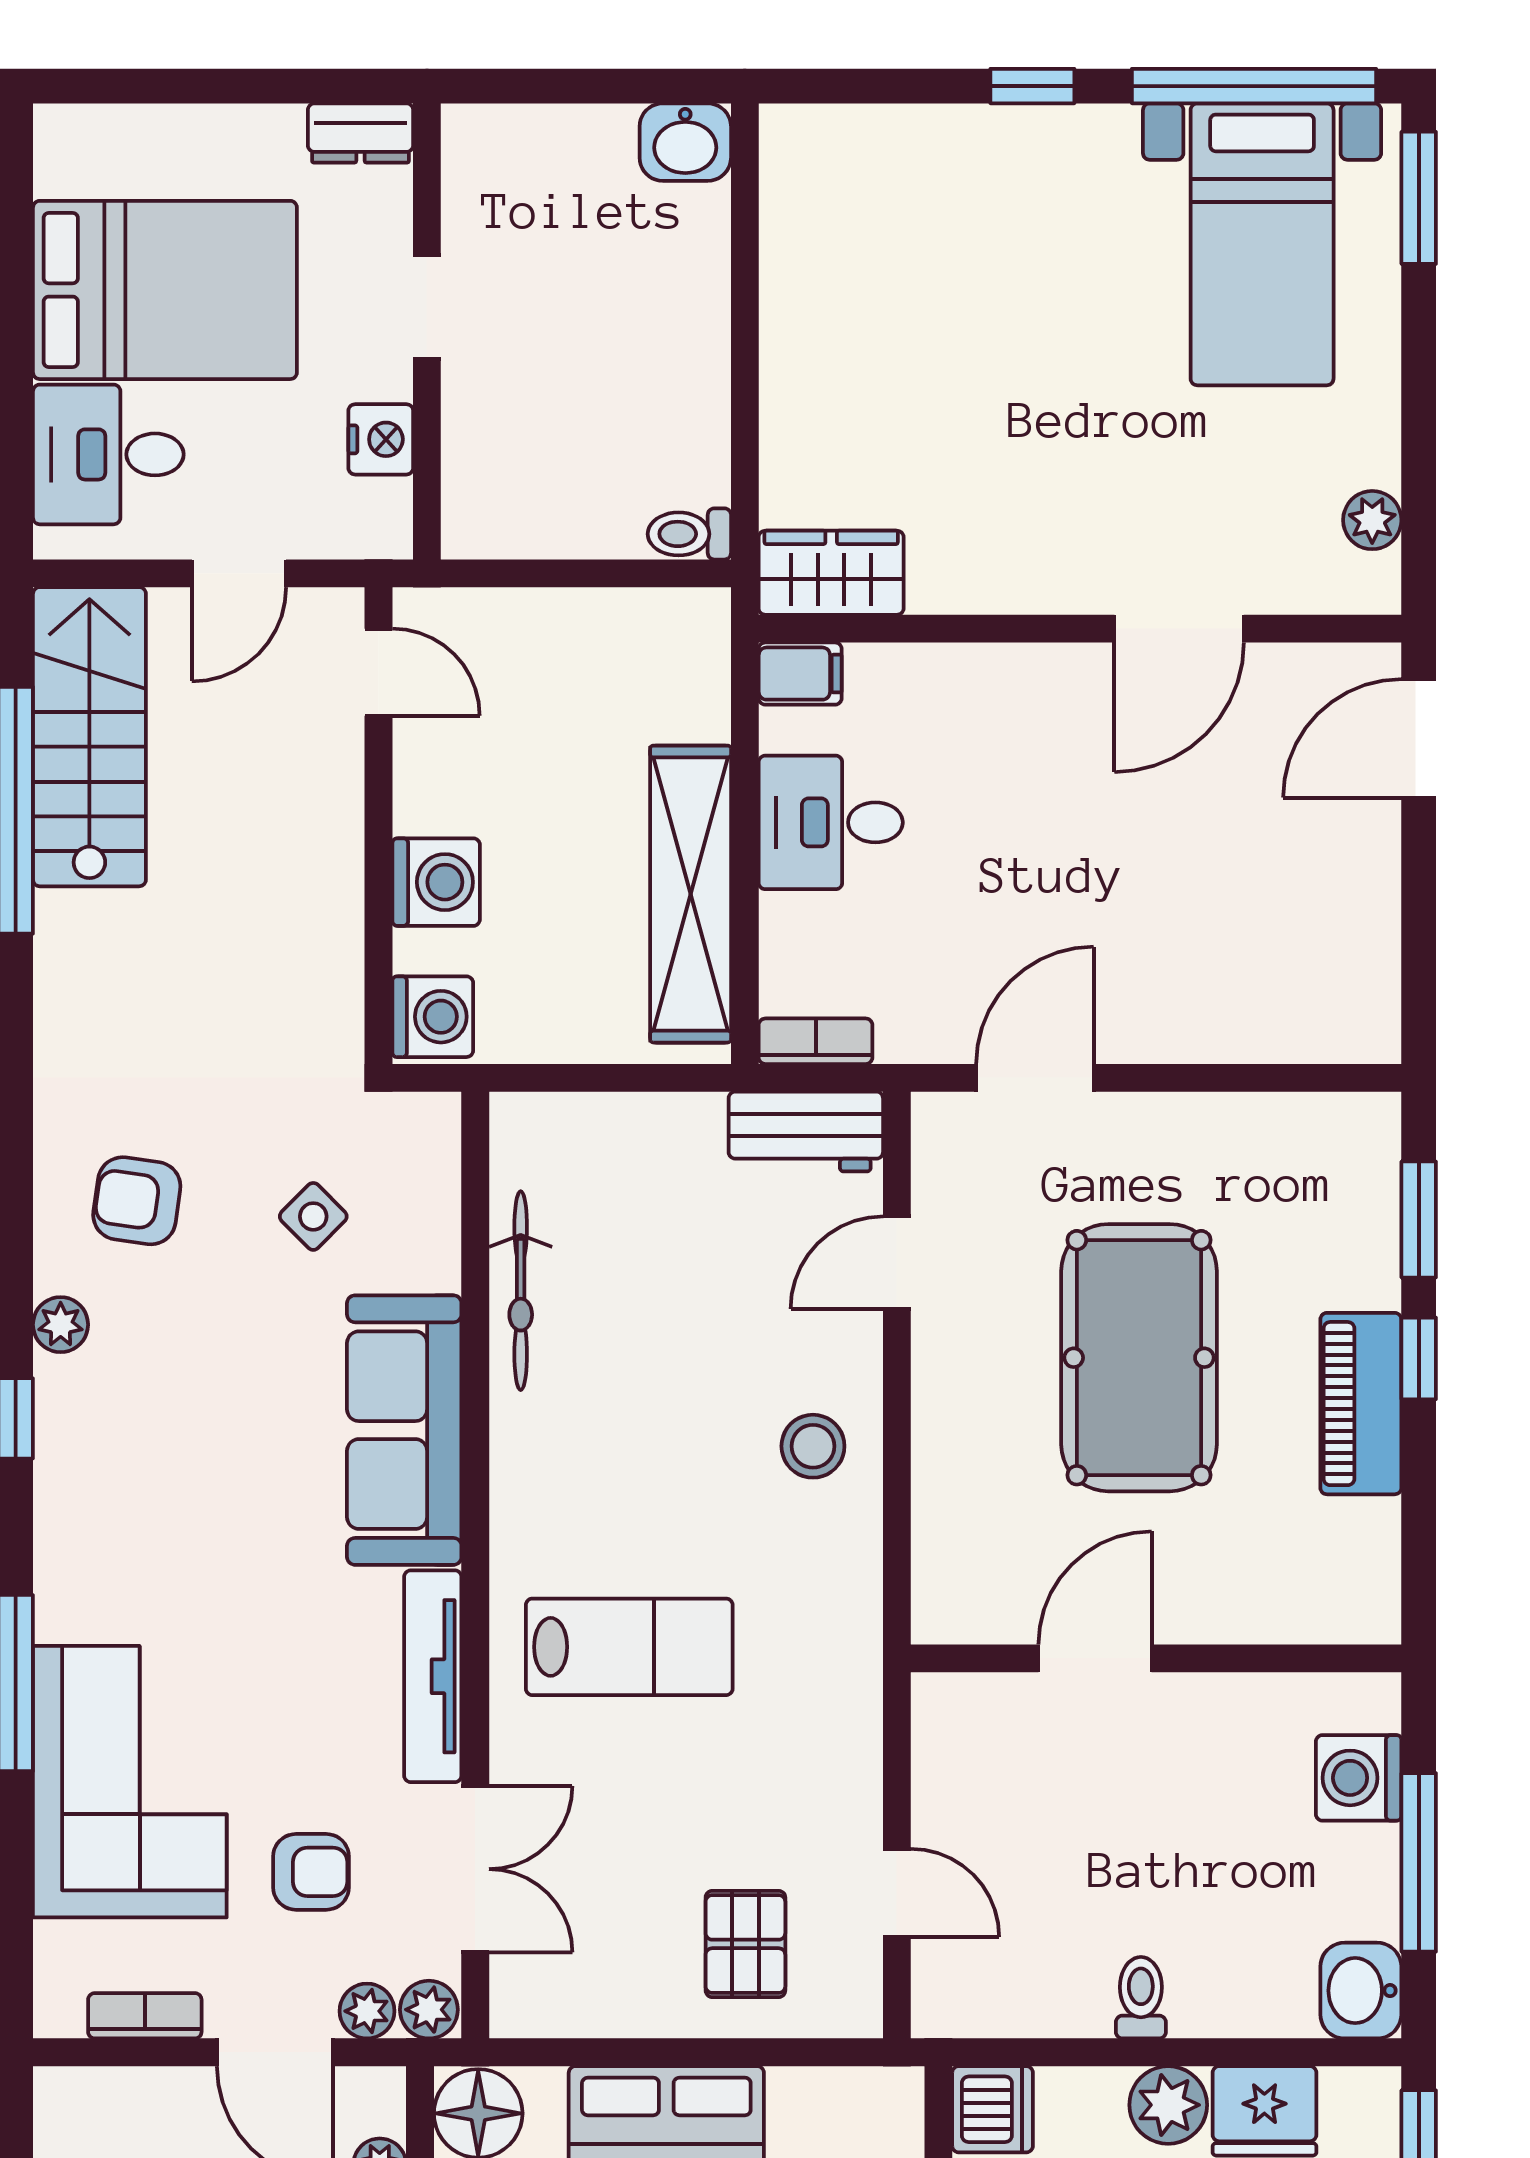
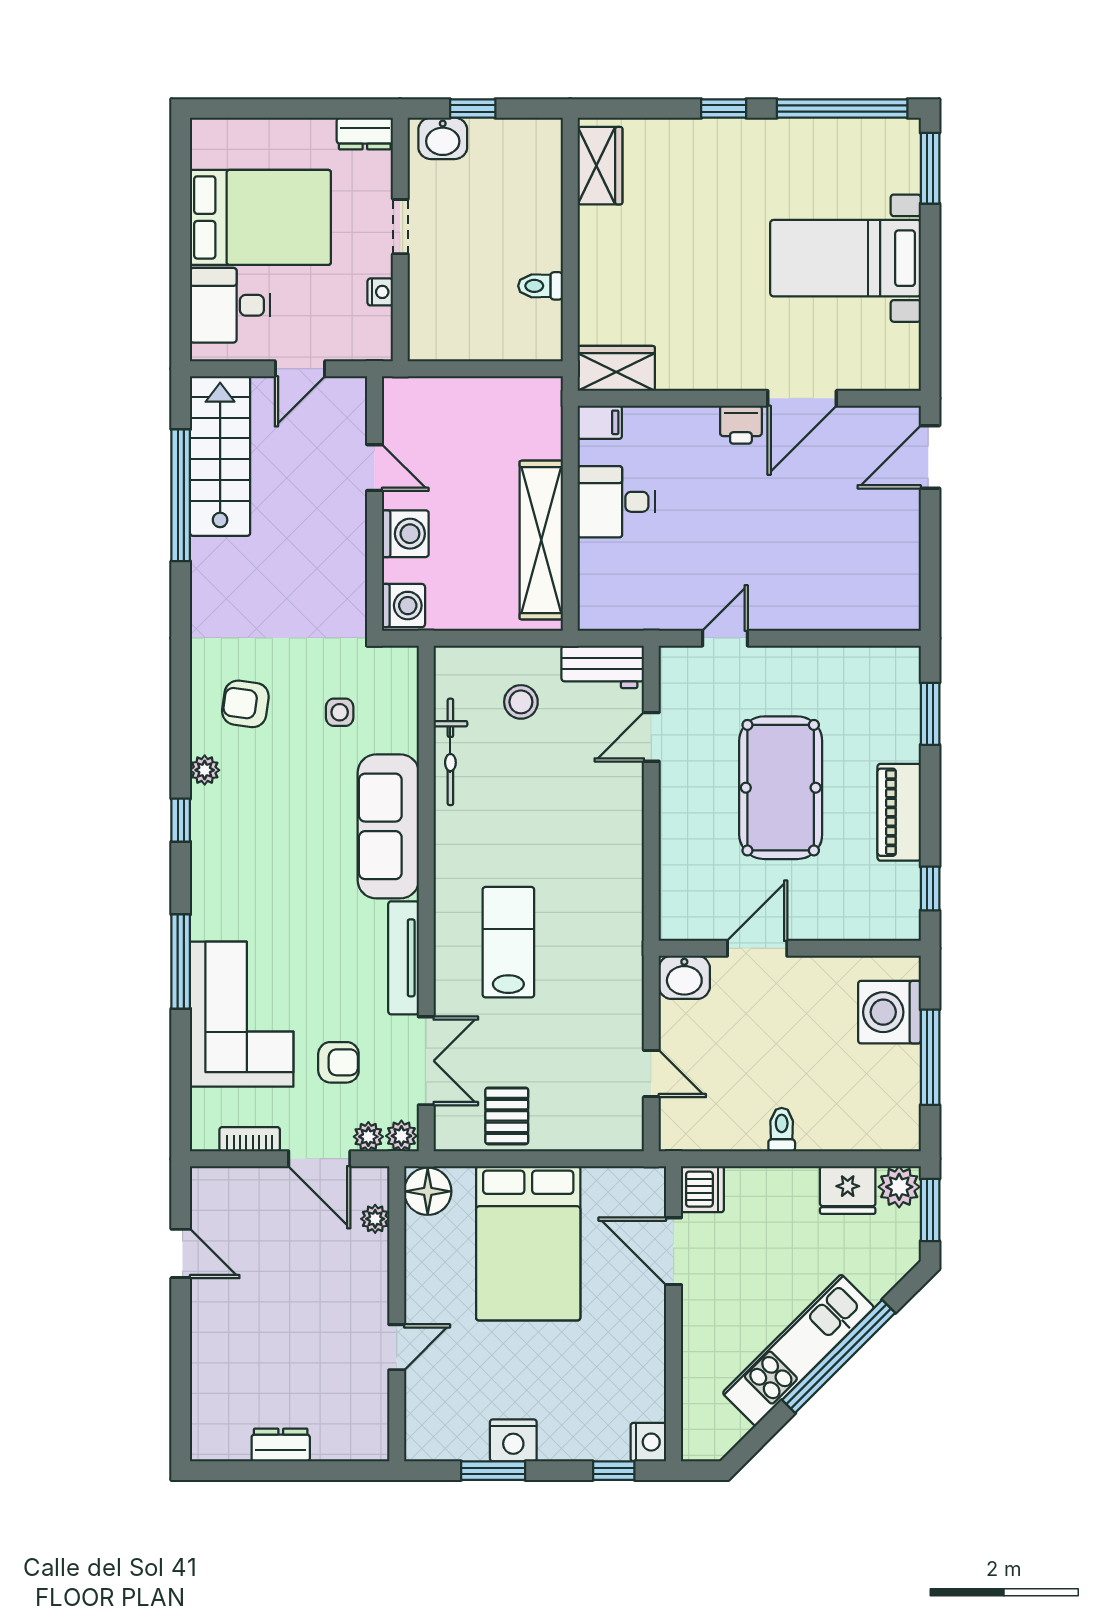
window: (562, 86) -> (473, 109), added
washbasin: (685, 142) -> (443, 138), moved
wardrobe: (801, 193) -> (600, 166), added
bed with nightstands: (1262, 244) -> (846, 258), moved, turned 90
nightstand: (381, 439) -> (380, 292), width x0.72, depth x0.74
plant: (1372, 520) -> (905, 340), removed
toilet: (689, 534) -> (541, 286), moved
door: (379, 672) -> (375, 468), moved
printer: (1065, 678) -> (741, 425), added
bookcase: (816, 1041) -> (608, 619), removed
door: (1035, 1078) -> (725, 638), width x0.73
side table: (313, 1216) -> (340, 712), turned 45
window: (1419, 1358) -> (930, 889), moved
stool: (813, 1446) -> (521, 702), moved
lab bench: (629, 1647) -> (508, 942), turned -90
washing machine: (1359, 1778) -> (889, 1012), width x1.37, depth x1.37
pallet: (745, 1944) -> (507, 1116), moved
washbasin: (1361, 1991) -> (684, 977), moved, turned -90
plant: (1168, 2105) -> (899, 1187), moved

